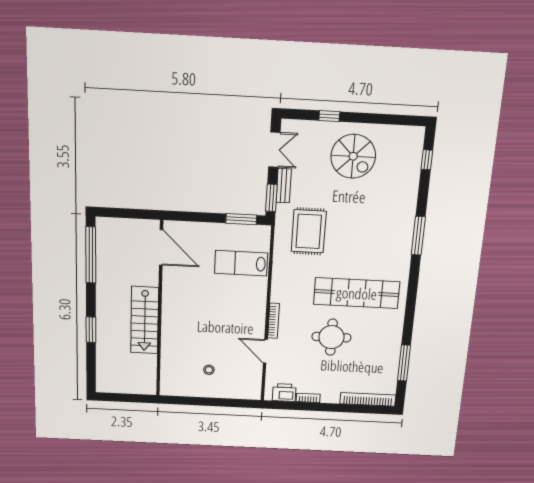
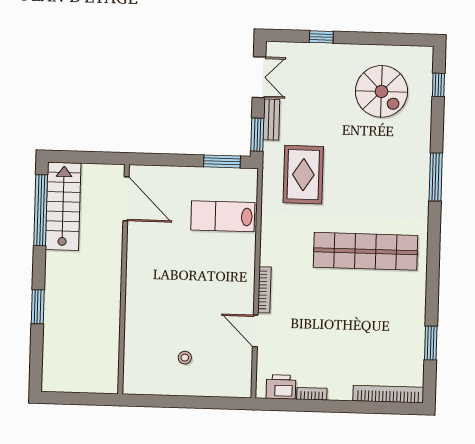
spiral stairs: (353, 156) -> (381, 91), moved
stairs: (145, 320) -> (63, 206), moved, turned 180
round table: (331, 337) -> (337, 310), removed
window: (404, 363) -> (431, 343), width x0.69

